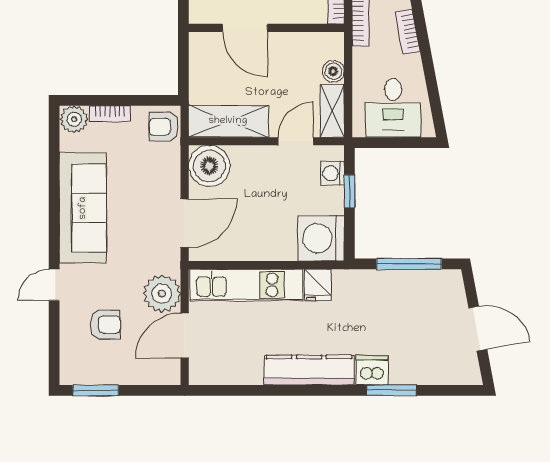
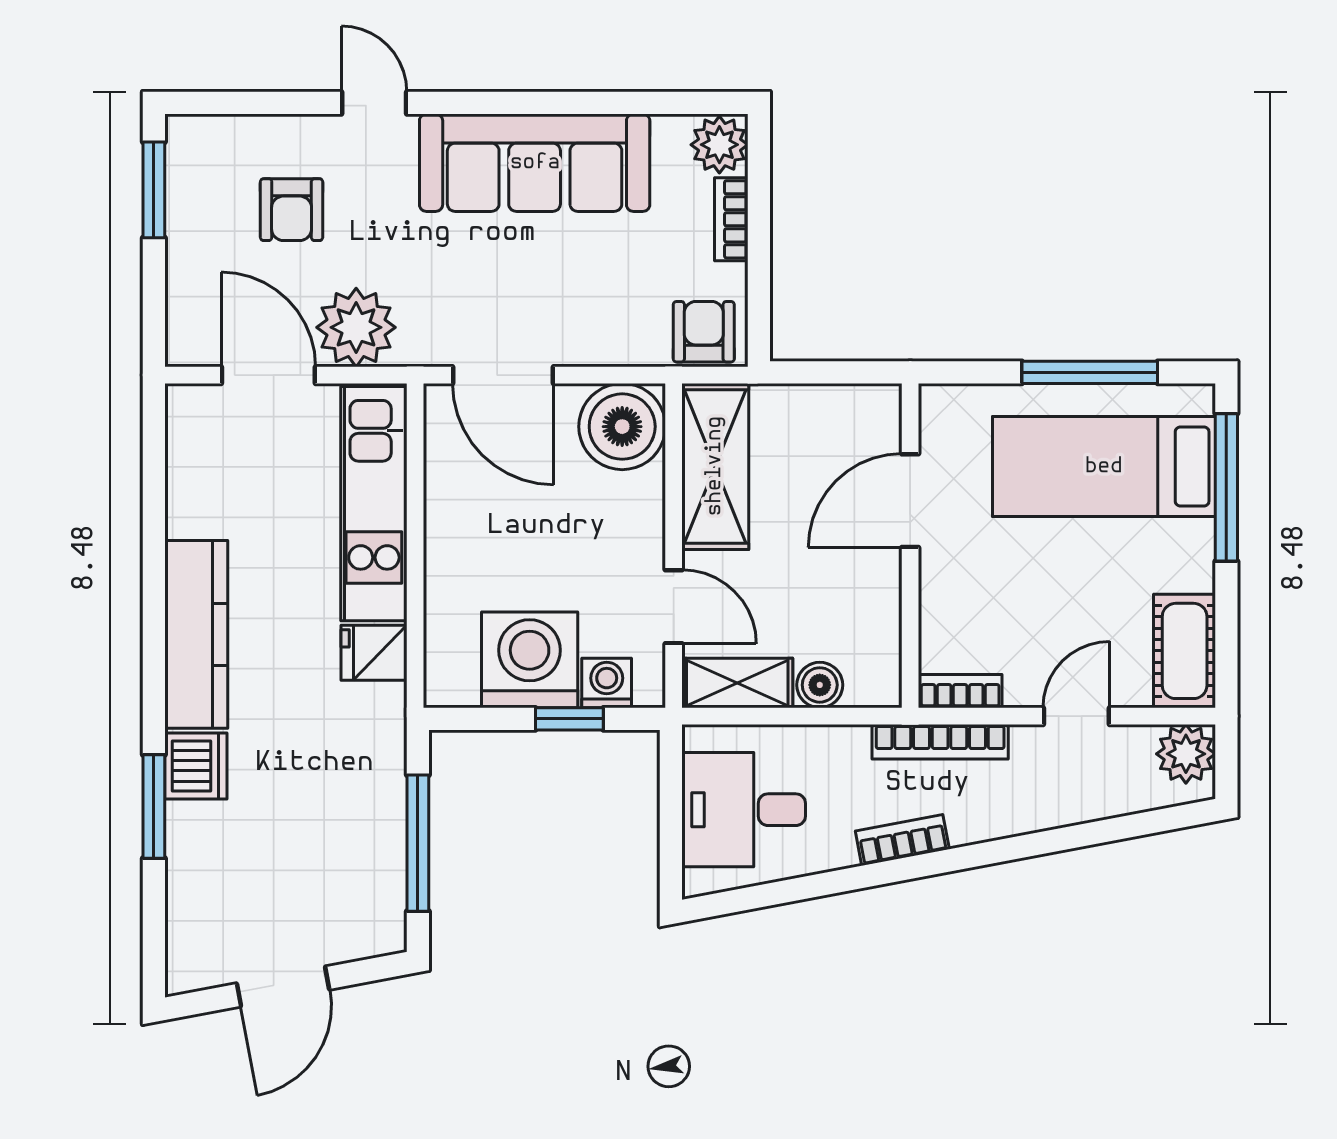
washing machine: (321, 238) -> (530, 660), moved

